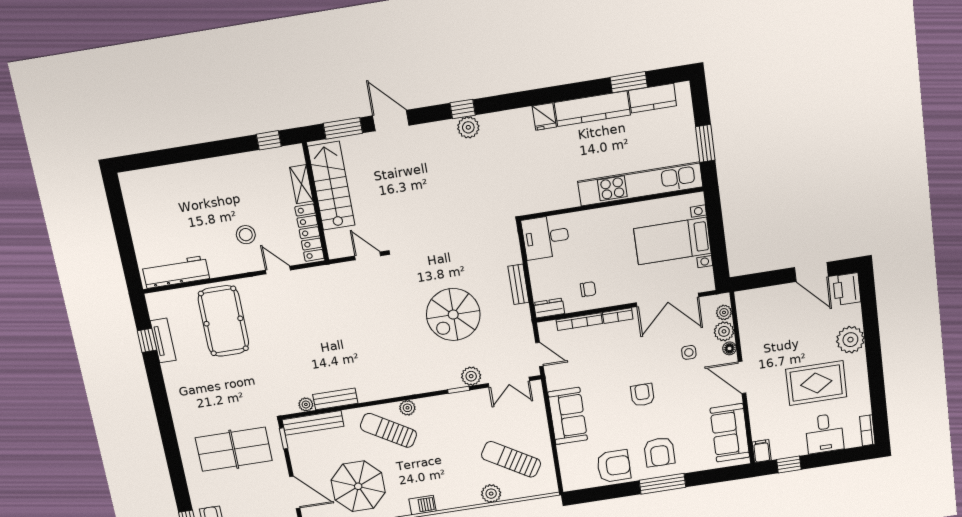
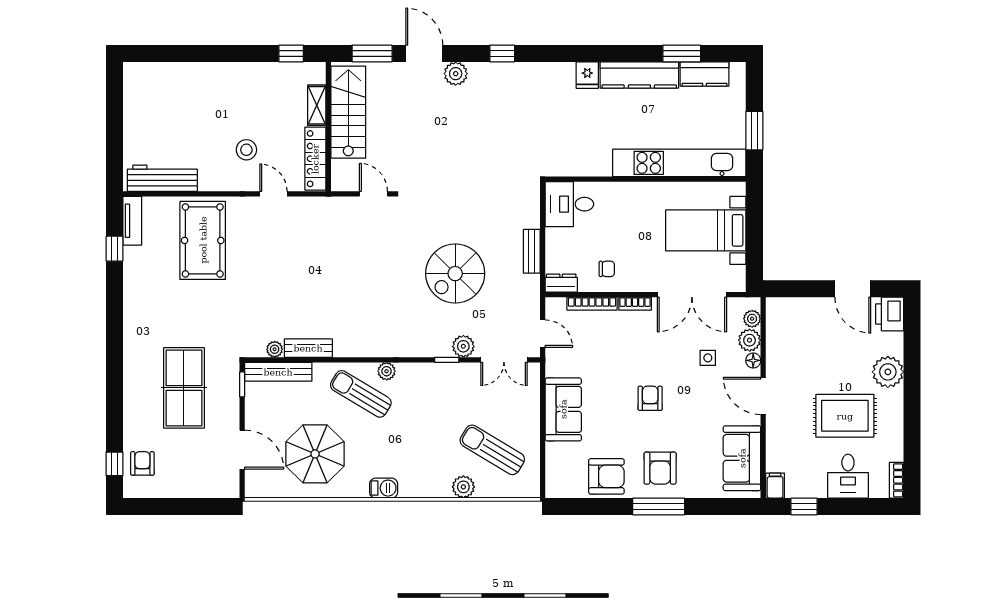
plant: (468, 127) -> (456, 74), moved
tv unit: (163, 340) -> (132, 221), moved
table tennis table: (234, 449) -> (184, 388), turned 90

